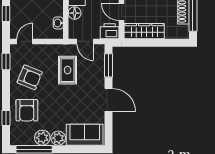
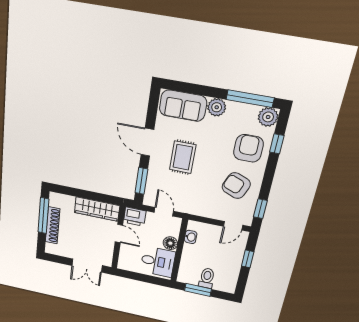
rug: (68, 70) -> (183, 157), moved
plant: (42, 138) -> (268, 117), moved

